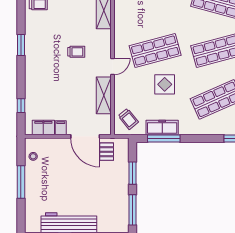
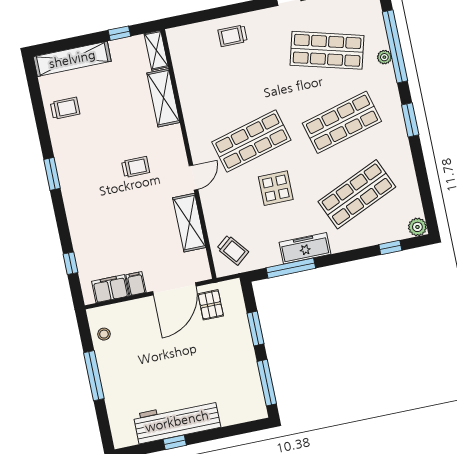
freezer: (162, 128) -> (305, 248), moved
door: (85, 136) -> (174, 289), hinge flipped

